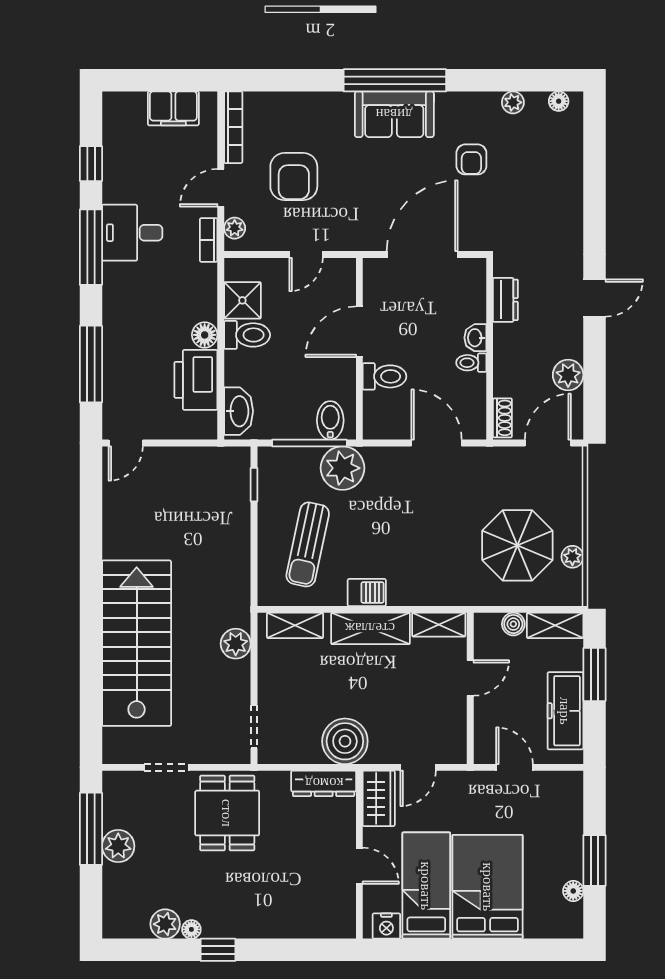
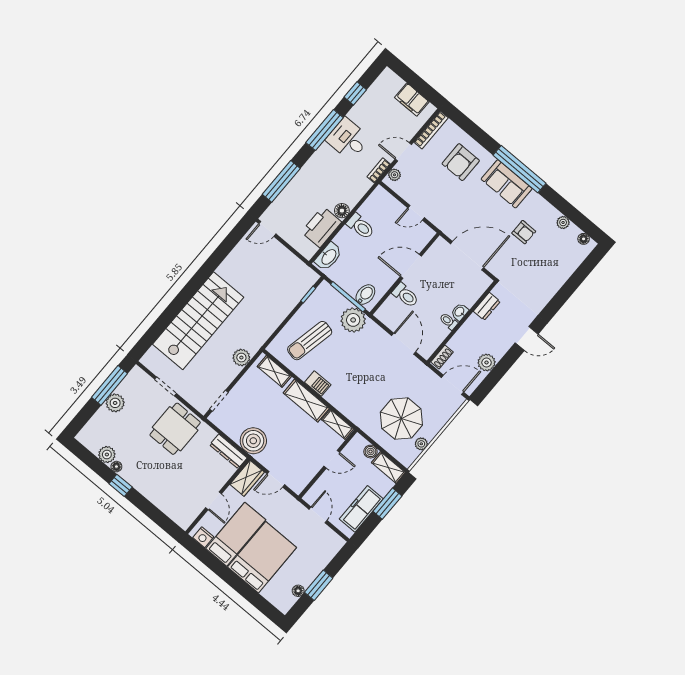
armchair: (471, 159) -> (524, 232), turned -90
armchair: (294, 177) -> (461, 162), moved
shower: (242, 300) -> (371, 209), removed

